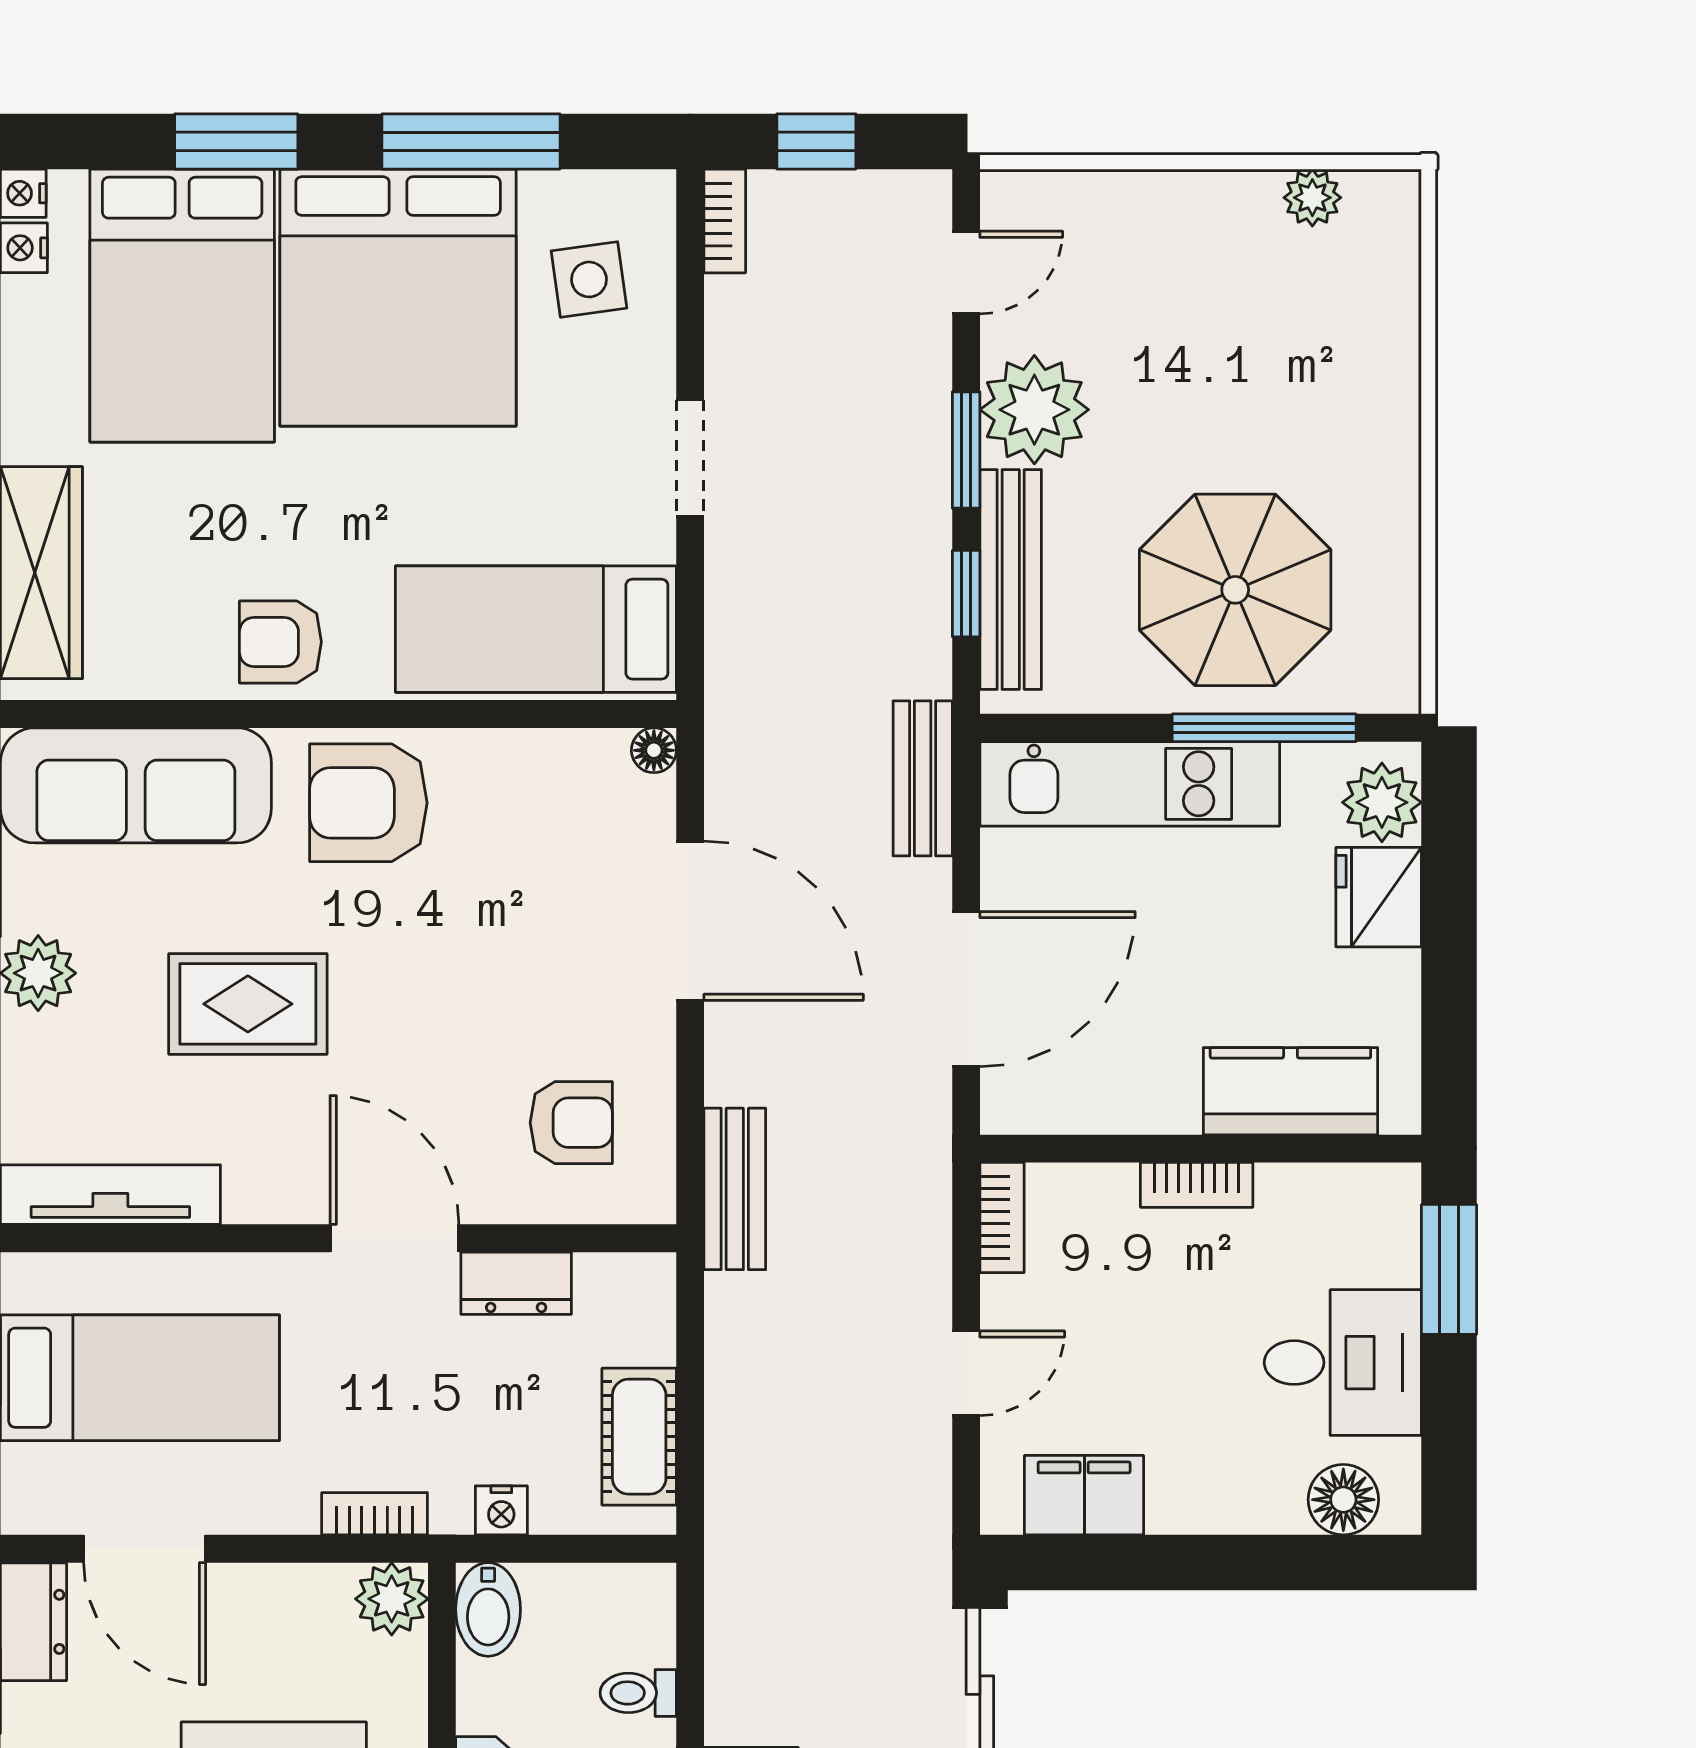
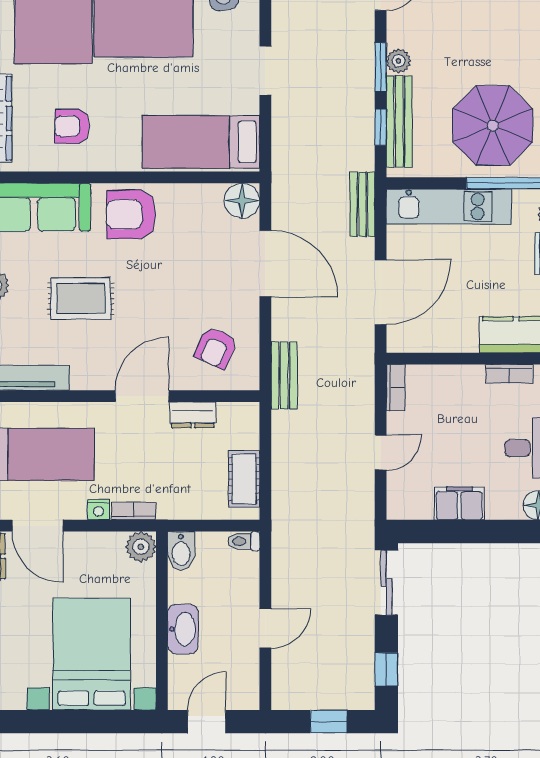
plant: (1034, 410) -> (398, 61), width x0.53, depth x0.53
armchair: (280, 642) -> (72, 126), moved
floor lamp: (654, 750) -> (242, 201), width x1.89, depth x1.89
armchair: (571, 1123) -> (216, 348), turned 114
bookcase: (1197, 1185) -> (509, 374), moved
door: (395, 1238) -> (142, 396), hinge flipped
filing cabinet: (1084, 1495) -> (459, 503), moved
nightstand: (501, 1510) -> (98, 510), moved
toilet: (638, 1693) -> (244, 541), moved

